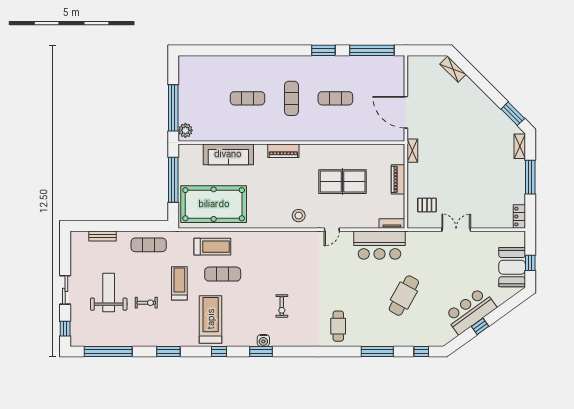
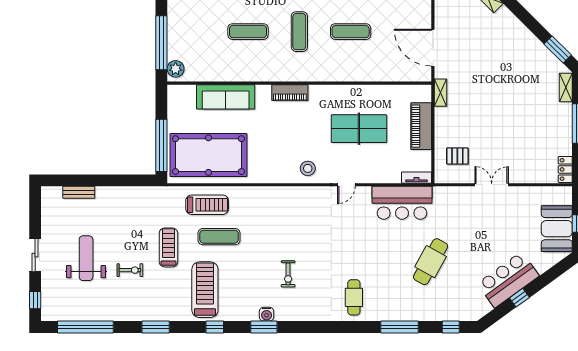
piano: (398, 179) -> (421, 126), width x1.37, depth x1.33
window: (173, 180) -> (161, 145), moved
exercise mat: (149, 245) -> (133, 203), removed

